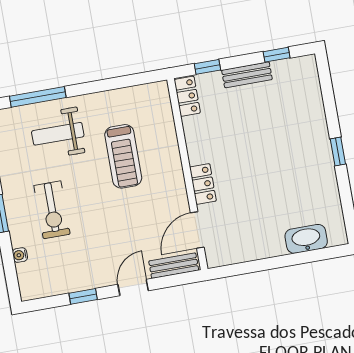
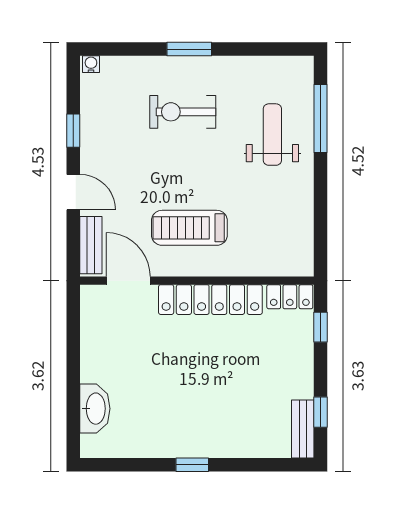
bench: (247, 75) -> (303, 429), moved
treadmill: (123, 156) -> (189, 228), moved
locker: (203, 184) -> (210, 300), width x2.16, depth x1.21
water cooler: (20, 255) -> (91, 64), moved

